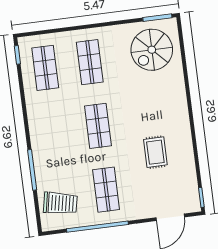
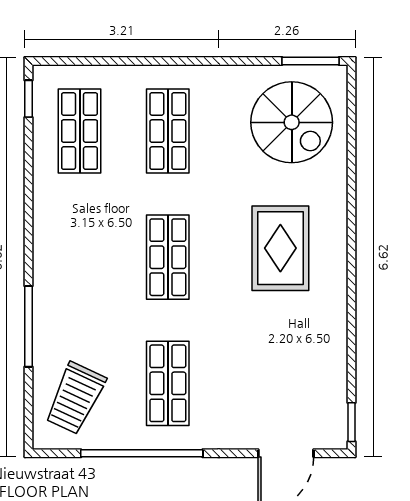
spiral stairs: (152, 50) -> (292, 122), turned -90
rug: (155, 152) -> (280, 248), moved, width x1.36, depth x1.43
trolley: (60, 203) -> (75, 398), turned 104

